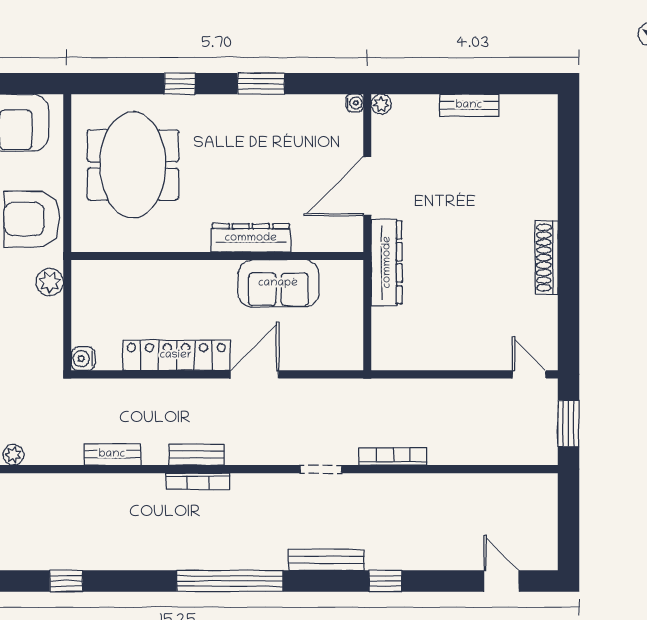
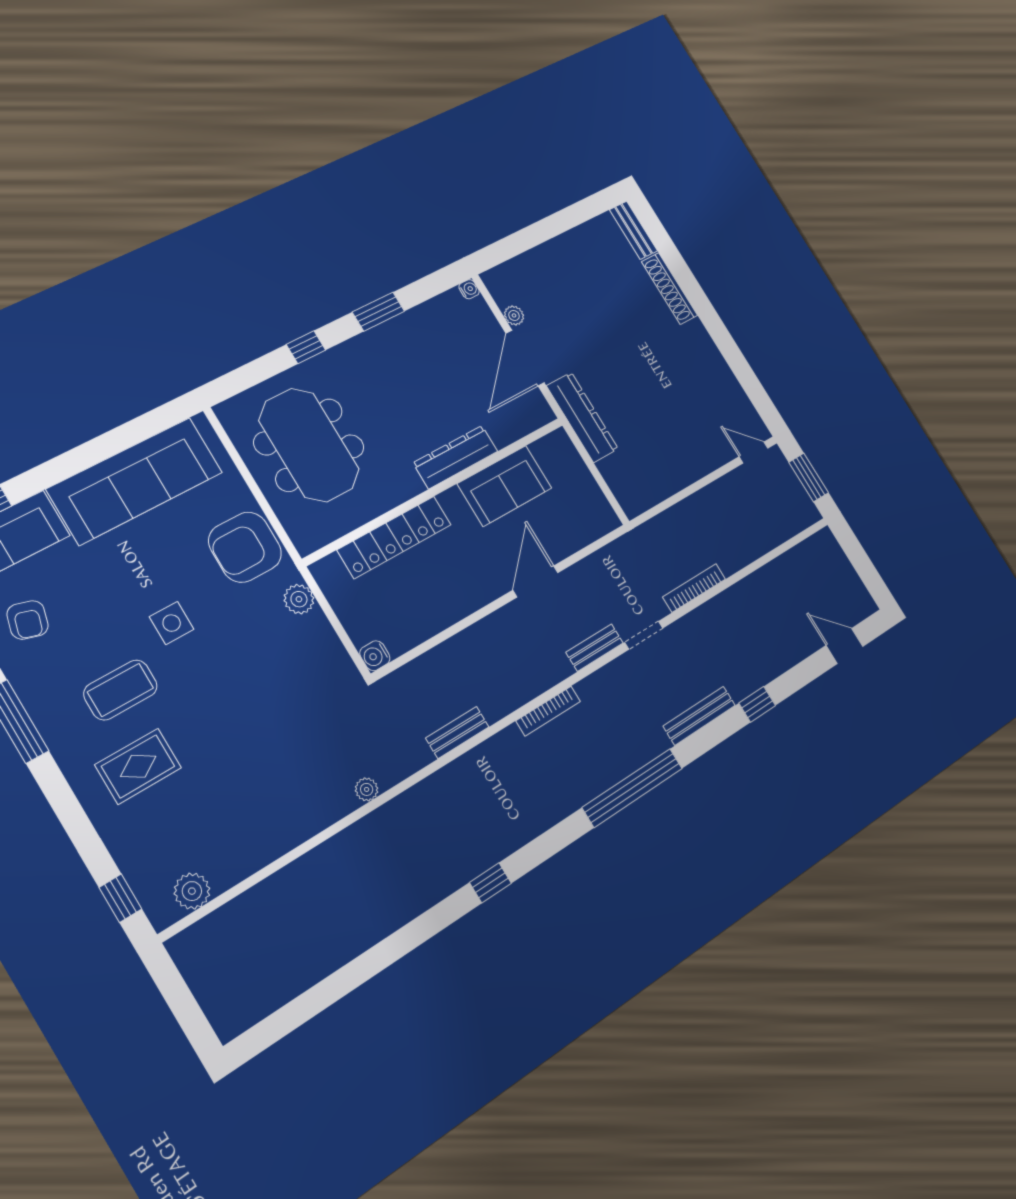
plant: (381, 104) -> (514, 315), moved
bench: (469, 105) -> (634, 230), moved, turned 90
shoe rack: (547, 258) -> (669, 288), moved
locker: (176, 355) -> (394, 537), moved, turned 180
bench: (197, 455) -> (595, 648), moved

